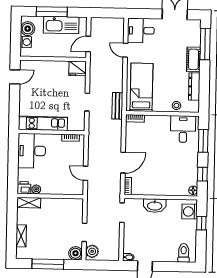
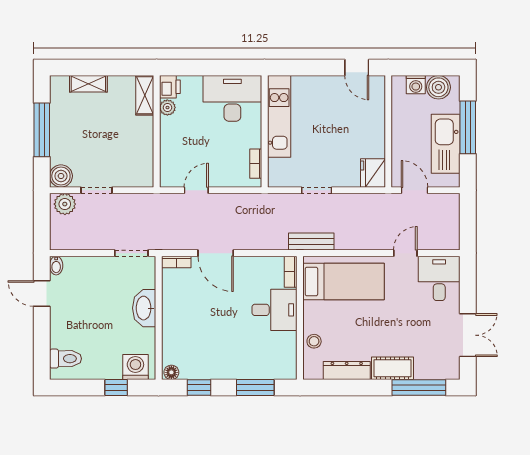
desk: (183, 129) -> (274, 310), moved

